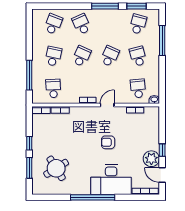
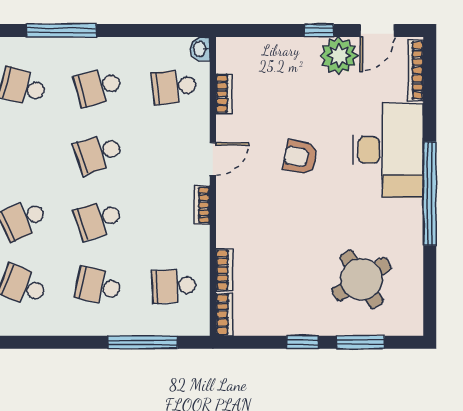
school desk: (82, 56) -> (98, 220), turned -42
school desk: (110, 56) -> (98, 153), turned -42
door: (107, 105) -> (213, 159), swing flipped
armchair: (108, 142) -> (300, 157), turned 101

